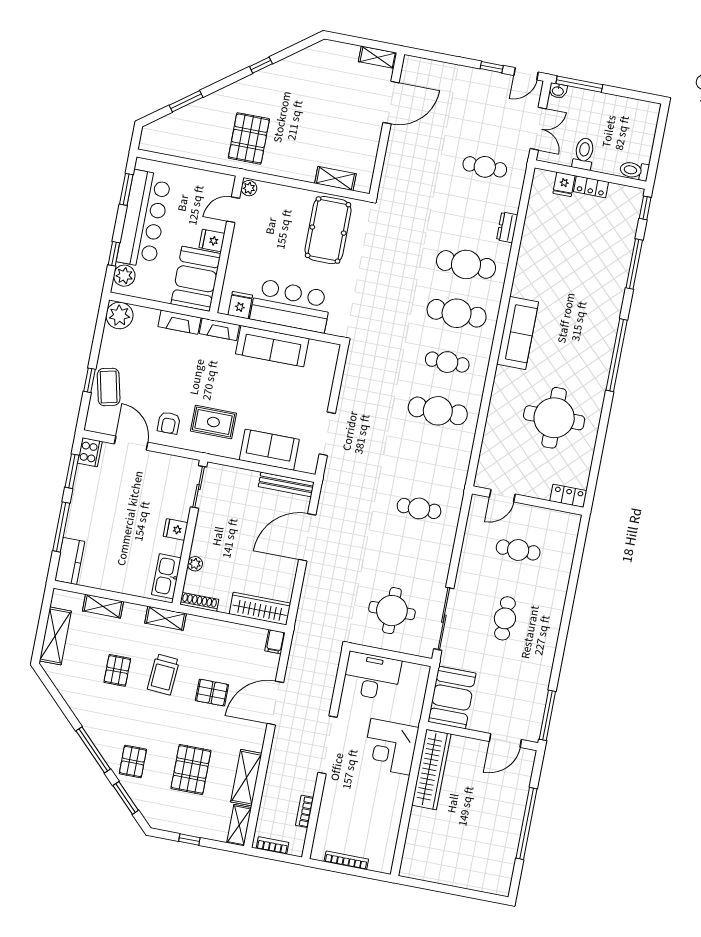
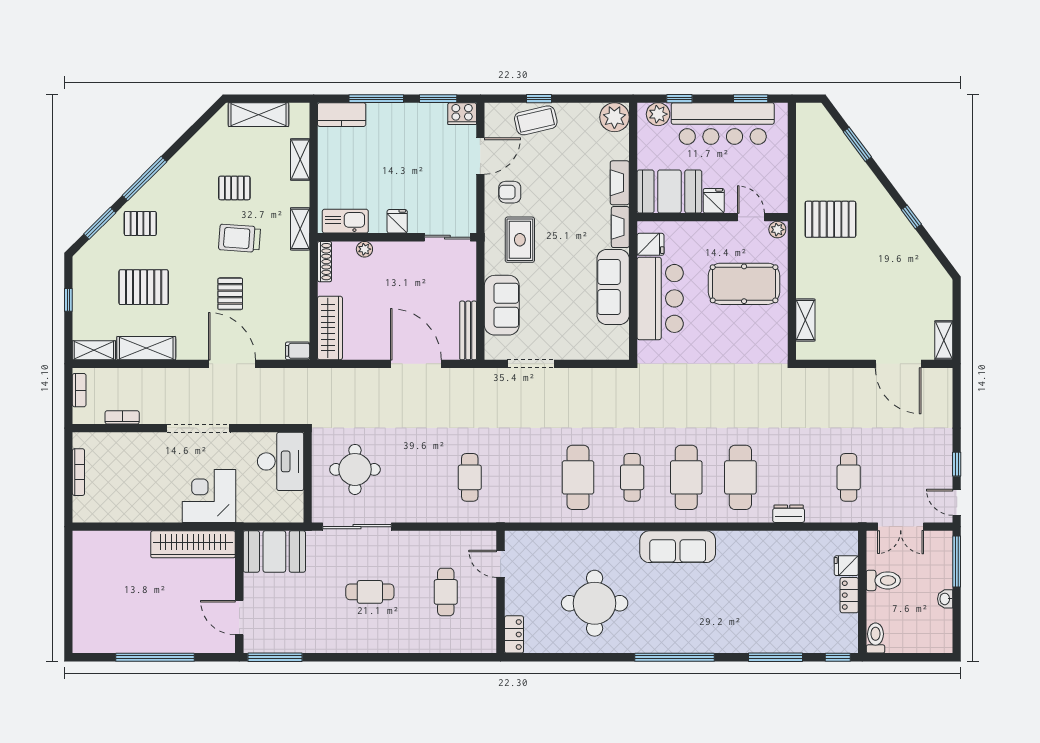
washbasin: (558, 91) -> (945, 599), moved
pool table: (328, 230) -> (744, 284), moved

